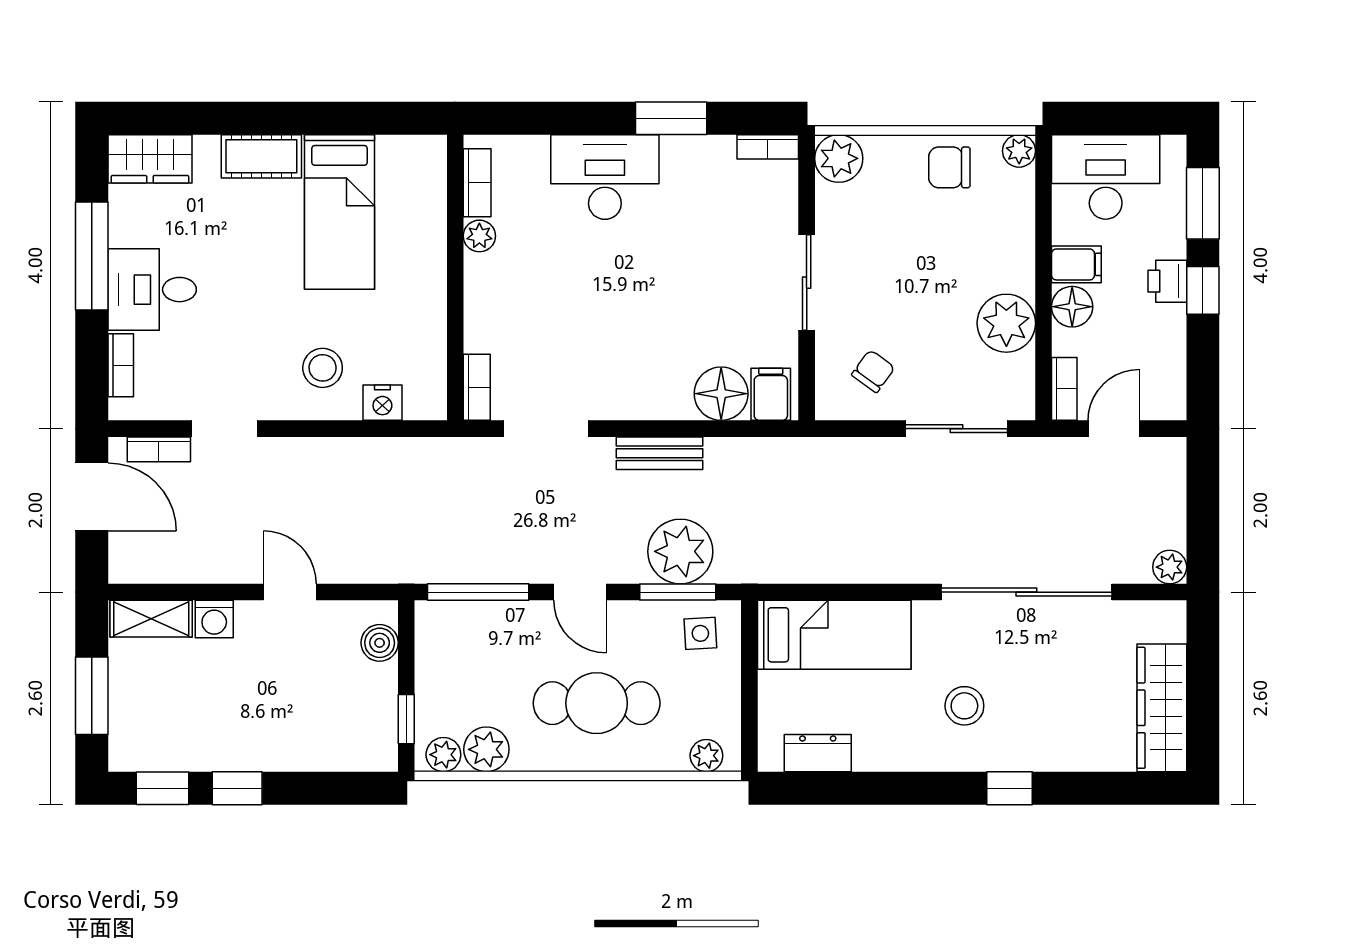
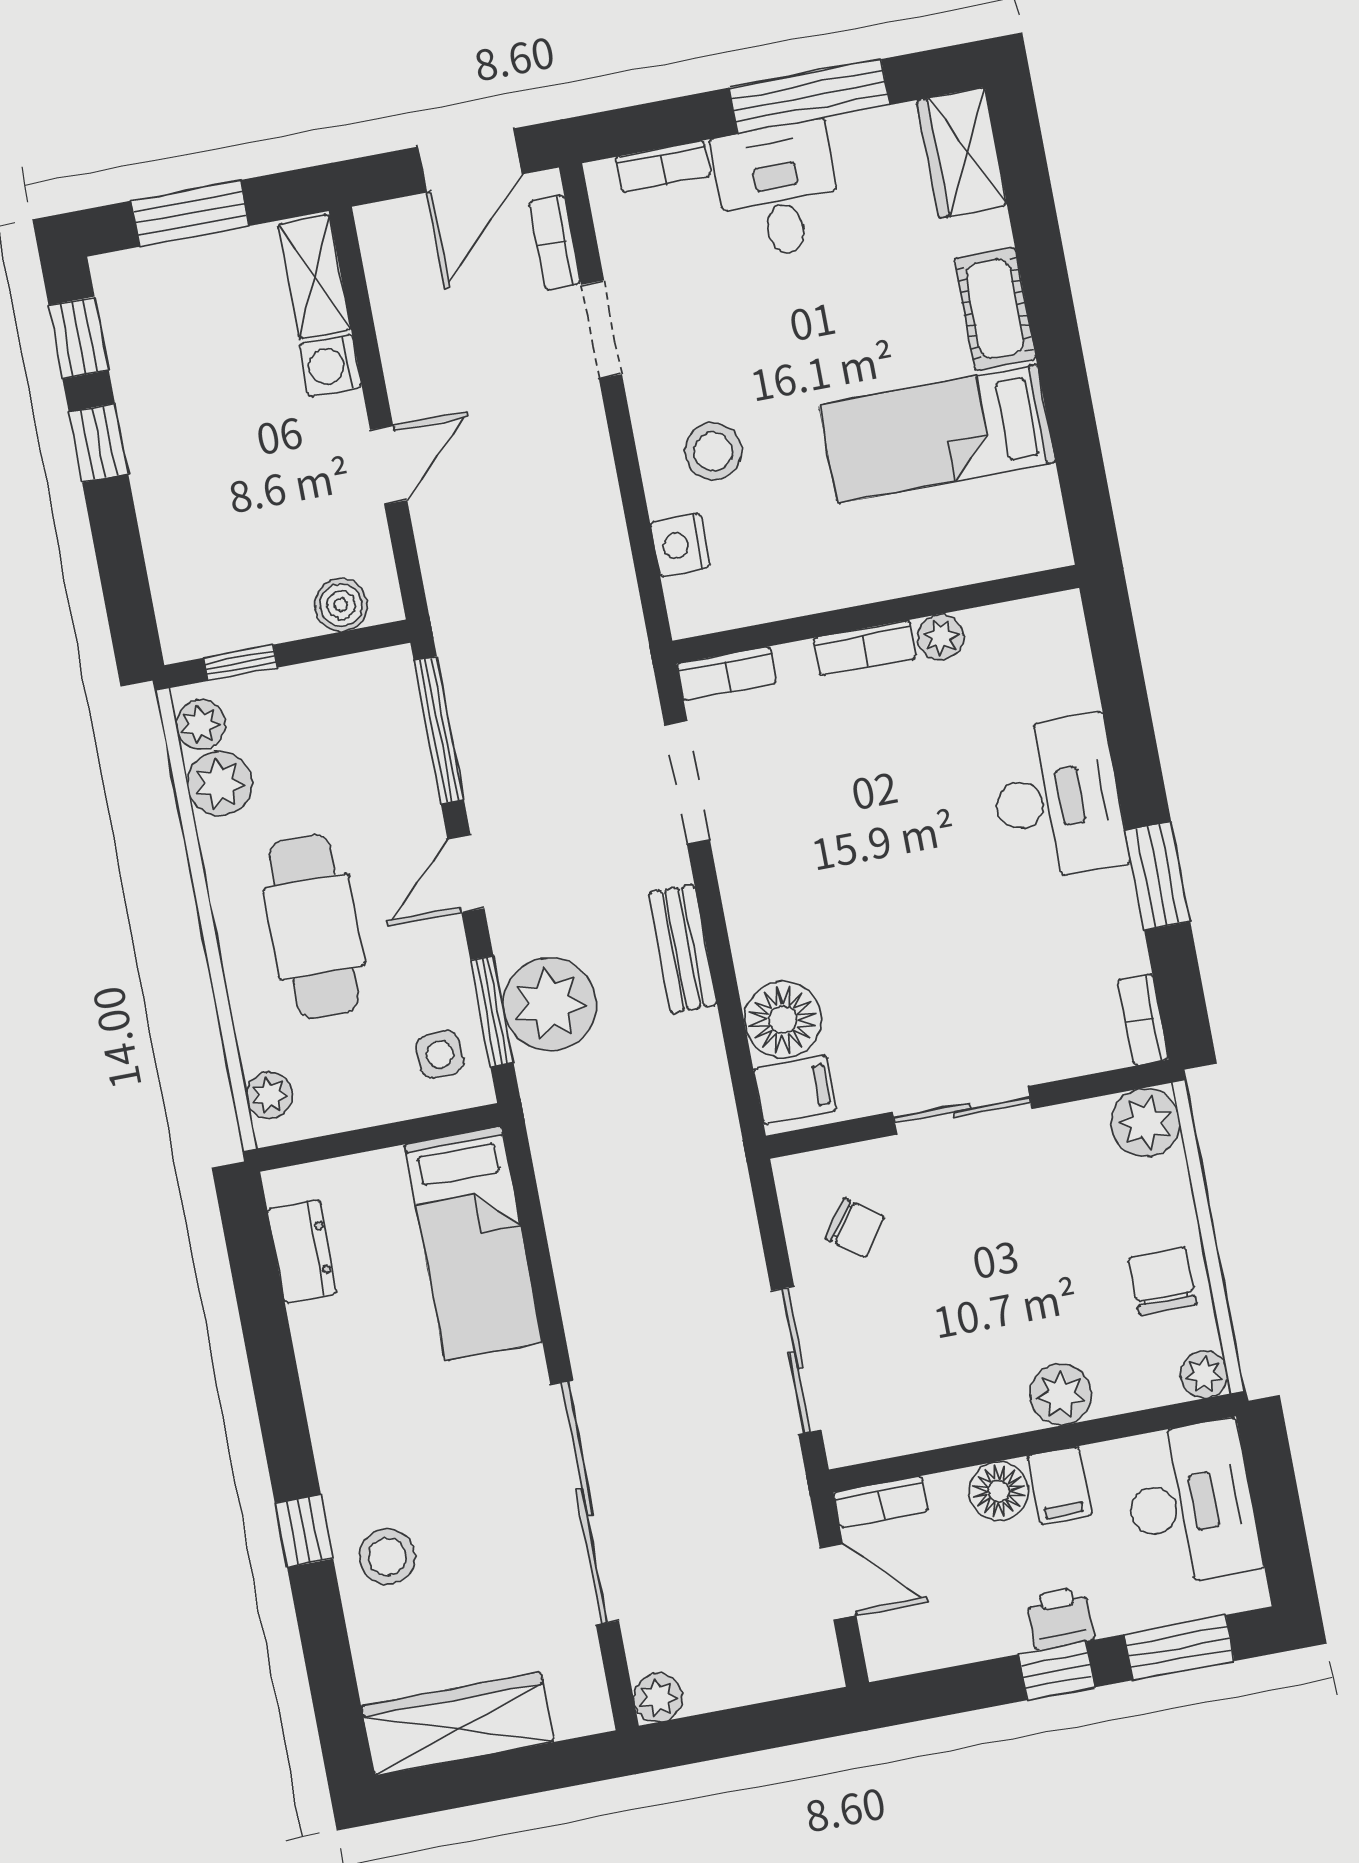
bookcase: (477, 183) -> (865, 648), moved
plant: (1006, 323) -> (1061, 1394), moved, width x0.73, depth x0.73
stool: (964, 706) -> (387, 1557), moved

